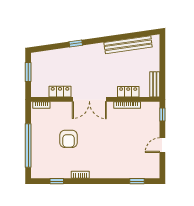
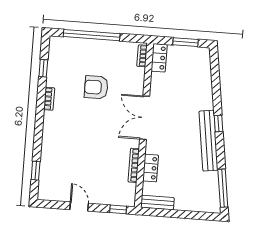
window: (140, 34) -> (223, 188), added
window: (76, 43) -> (218, 124), moved
bench: (128, 45) -> (209, 141), moved
locker: (60, 92) -> (159, 58), moved

